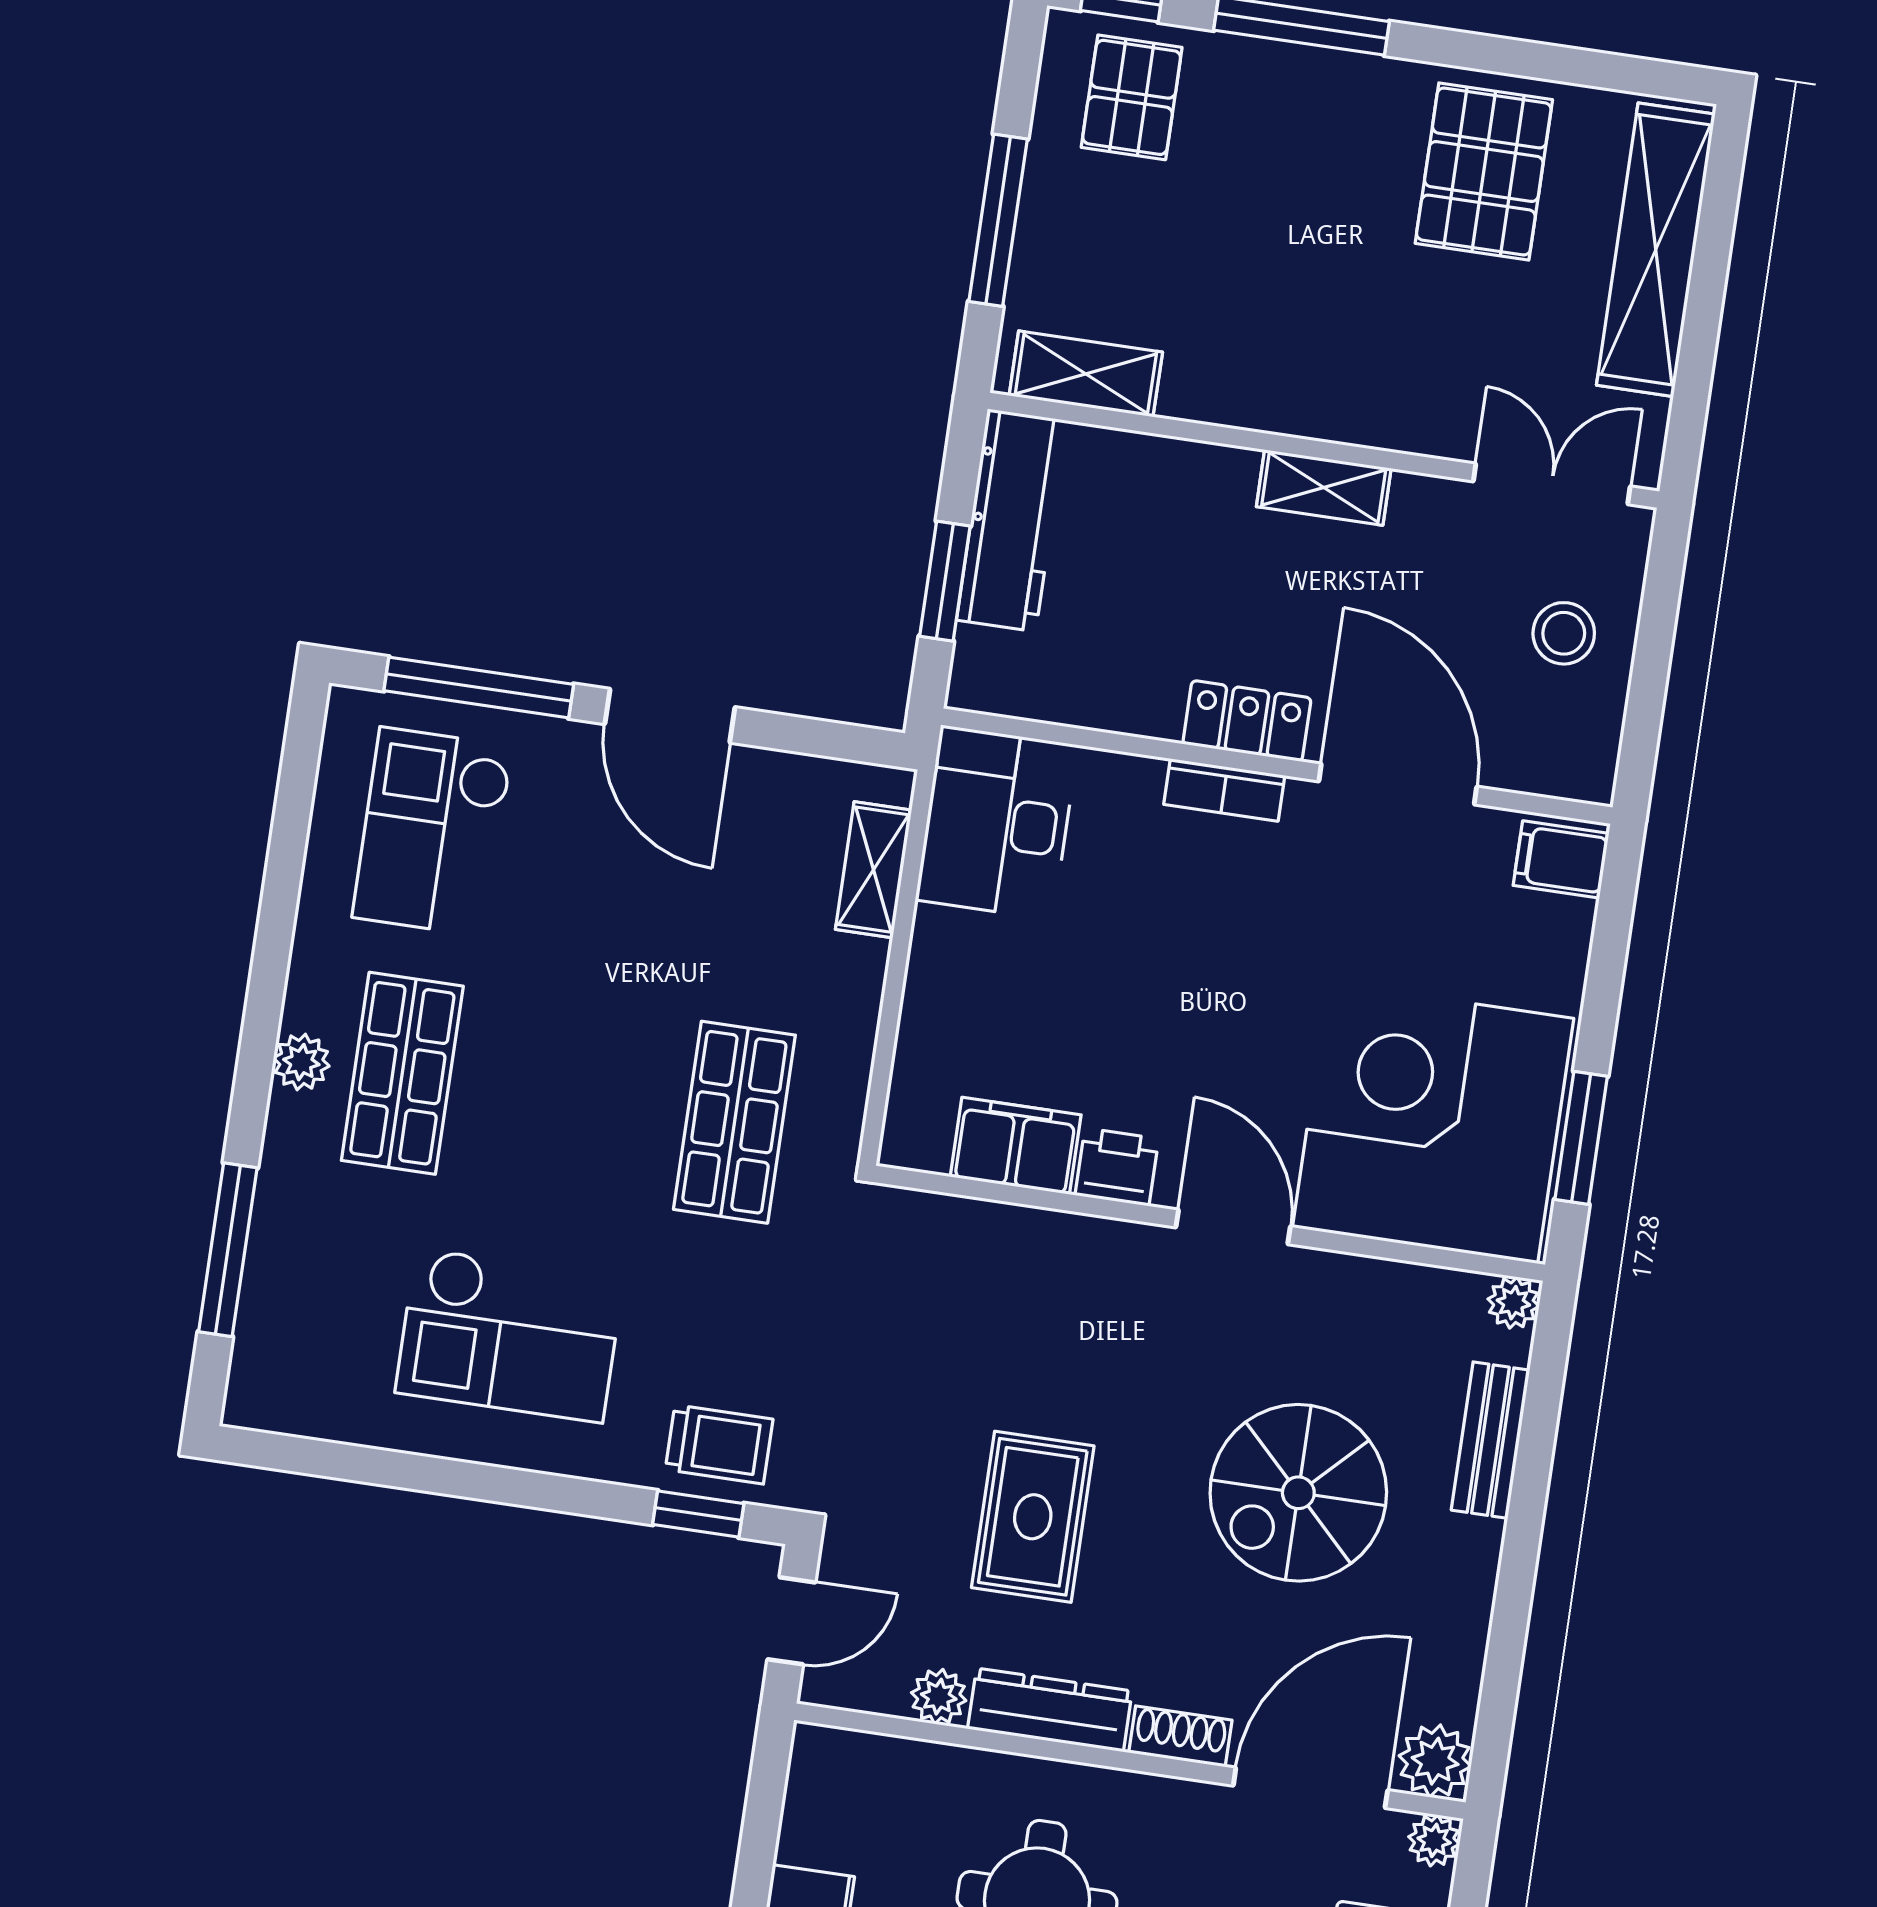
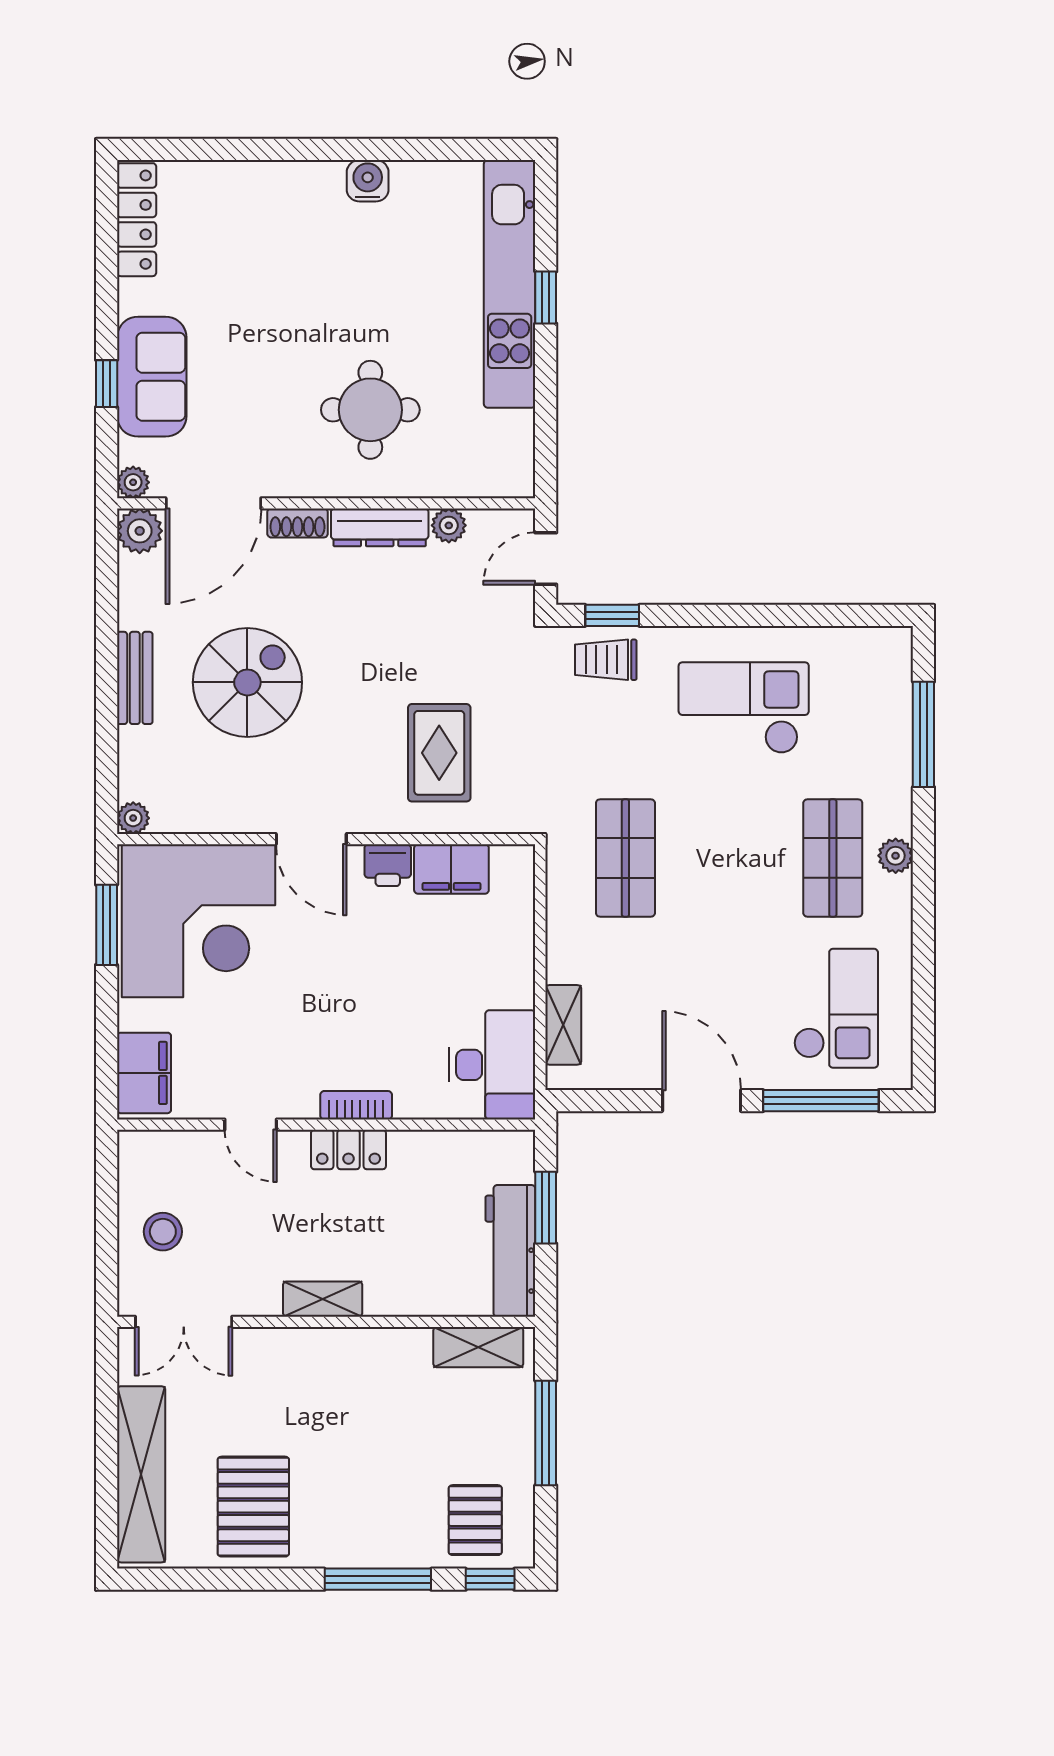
door: (1398, 784) -> (251, 1125), width x0.53
filing cabinet: (1561, 859) -> (144, 1073), width x2.00
bench: (1490, 1440) -> (135, 678), moved
rug: (1033, 1517) -> (439, 753), moved

